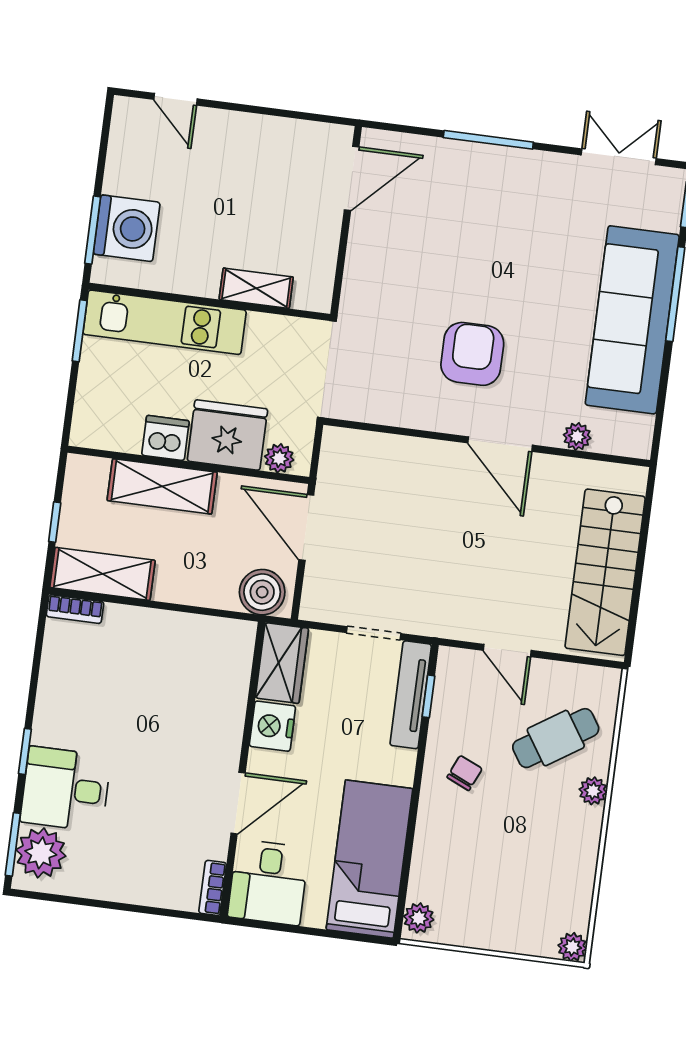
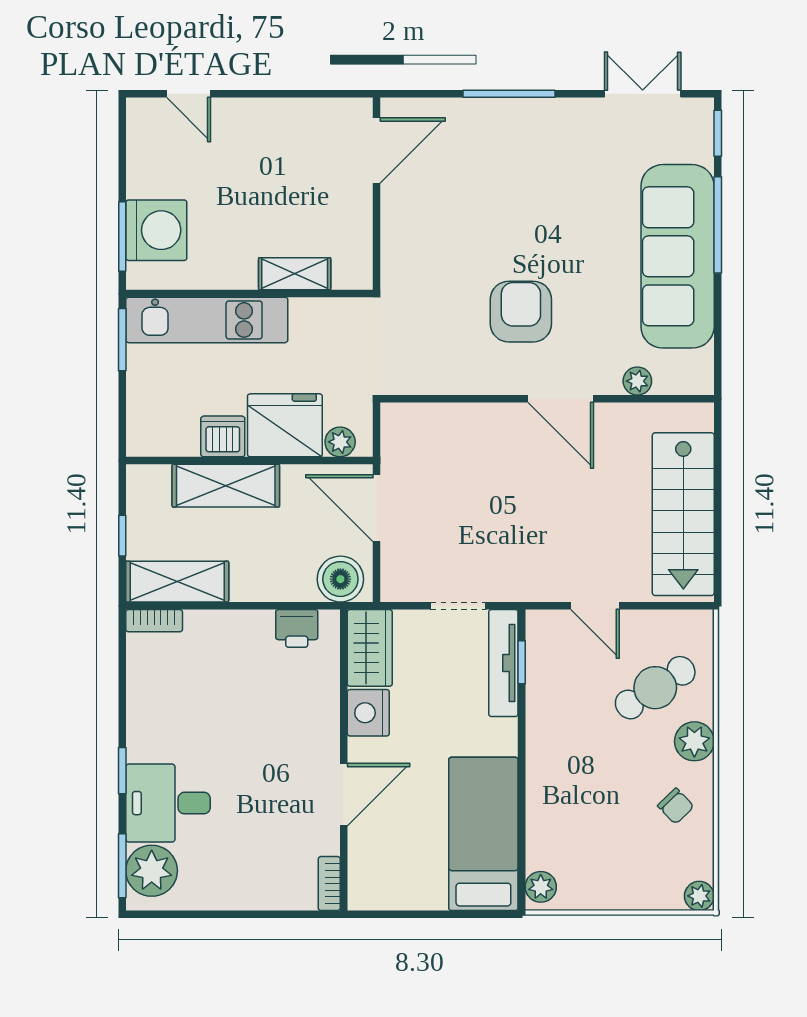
printer: (213, 635) -> (297, 628), added
chair: (465, 773) -> (676, 806), moved, turned 112
plant: (593, 791) -> (694, 741), width x1.38, depth x1.38
desk: (268, 882) -> (385, 871), removed

